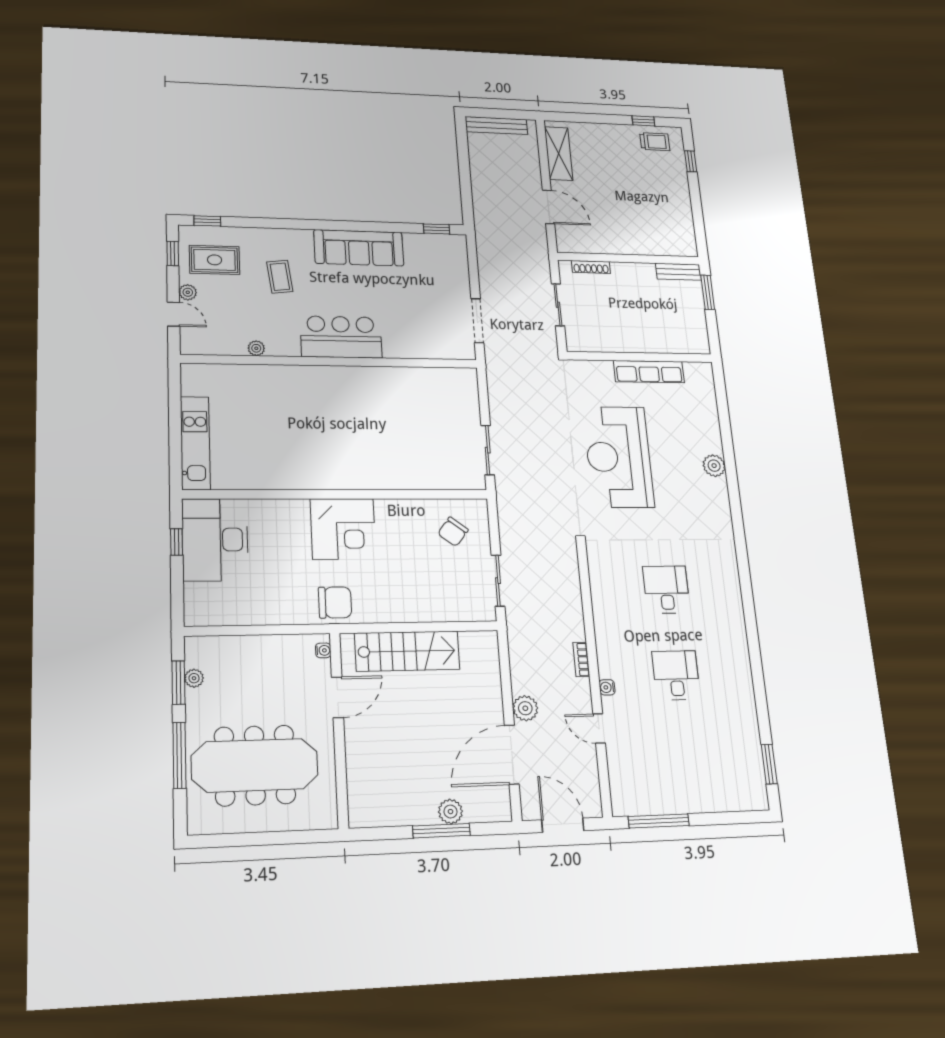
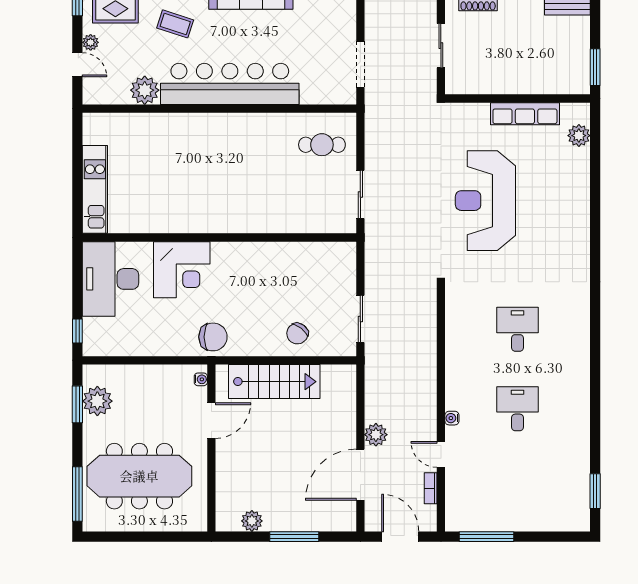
coffee table: (280, 277) -> (175, 24), turned -65
window: (708, 292) -> (595, 67), moved
bar counter: (341, 337) -> (230, 84), width x1.86
plant: (256, 348) -> (145, 90), width x1.87, depth x1.87
cafe table: (443, 399) -> (322, 145), added
plant: (714, 466) -> (579, 136), moved
corner desk: (343, 529) -> (182, 270), moved
chair: (453, 532) -> (297, 334), moved
window: (177, 542) -> (77, 331), moved
bookcase: (581, 659) -> (431, 488), moved
plant: (194, 678) -> (97, 401), width x1.87, depth x1.87
window: (179, 755) -> (77, 494), moved
plant: (450, 812) -> (252, 521), moved

